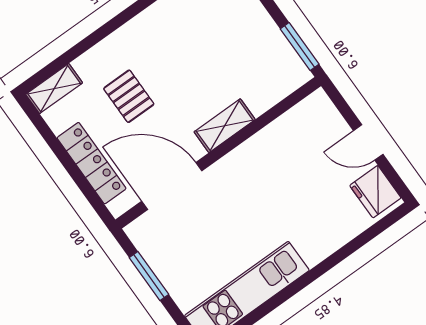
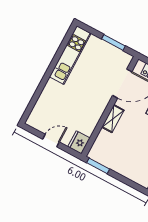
fridge: (375, 192) -> (79, 142), moved, turned -90

